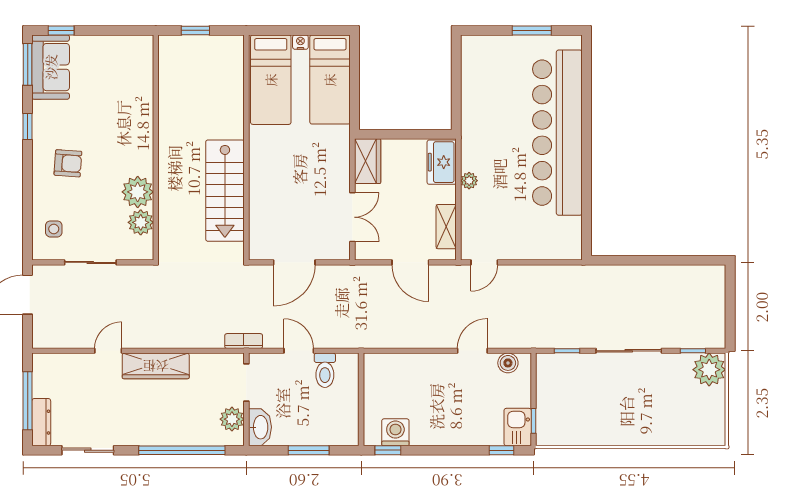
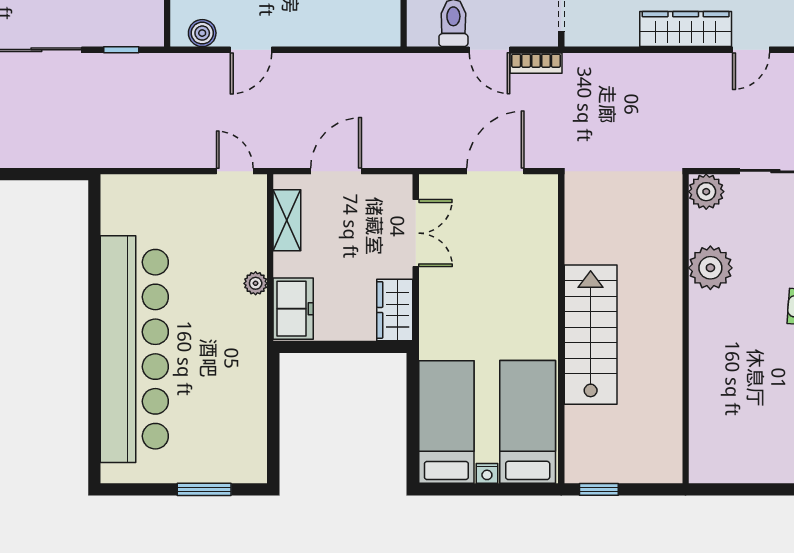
window: (195, 30) -> (599, 489), moved
window: (532, 30) -> (204, 489), moved
stairs: (225, 191) -> (591, 335), moved
double door: (352, 217) -> (416, 233), swing flipped
plant: (141, 222) -> (706, 192), moved
door: (410, 262) -> (336, 171), hinge flipped
door: (484, 262) -> (235, 171), hinge flipped
bookcase: (244, 341) -> (536, 63), moved

